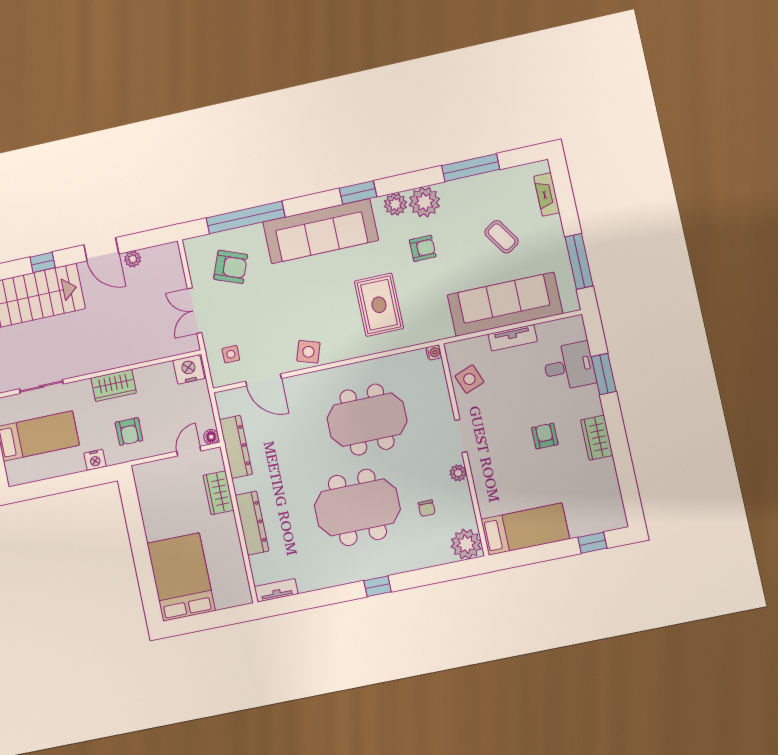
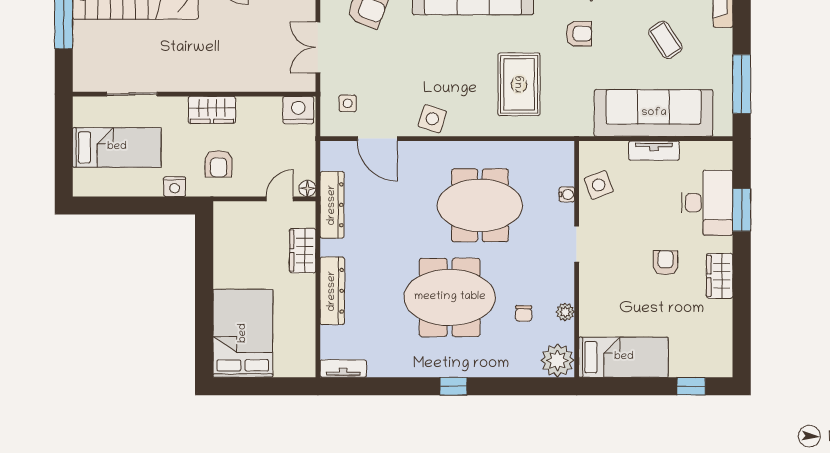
water cooler: (434, 353) -> (567, 194), moved
desk: (569, 366) -> (707, 203), width x1.37
plant: (458, 473) -> (565, 312), moved

